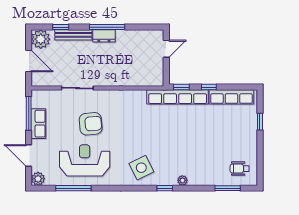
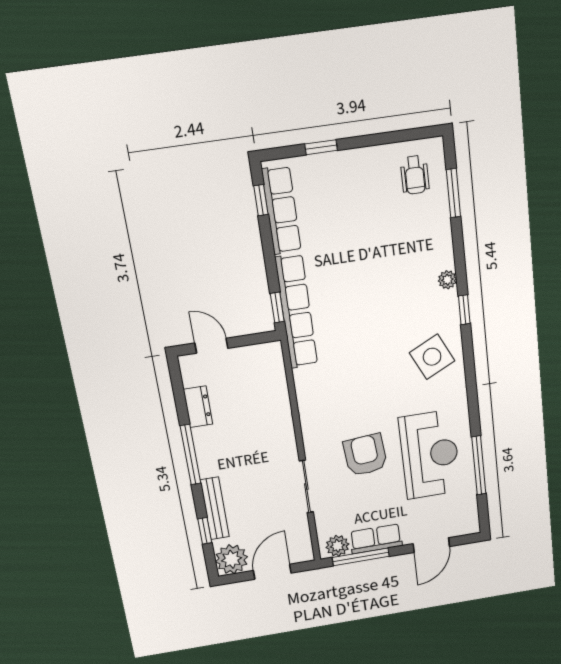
dresser: (104, 36) -> (198, 407), moved
window: (209, 87) -> (261, 200), moved
reception desk: (85, 160) -> (430, 455), turned 180
plant: (38, 179) -> (337, 546), moved

